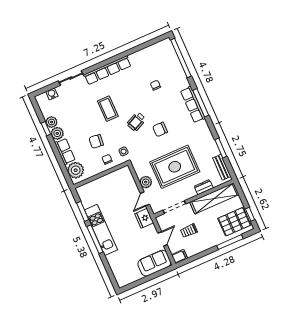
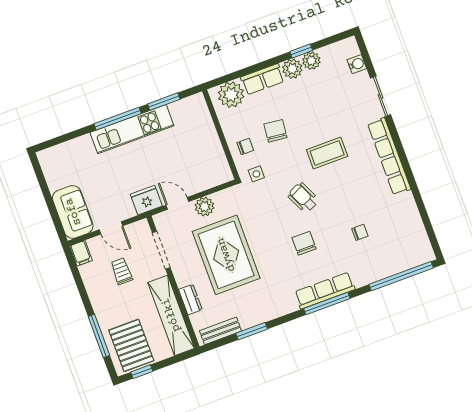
chair: (160, 129) -> (304, 243), moved

